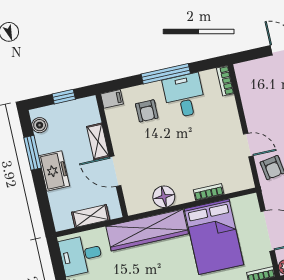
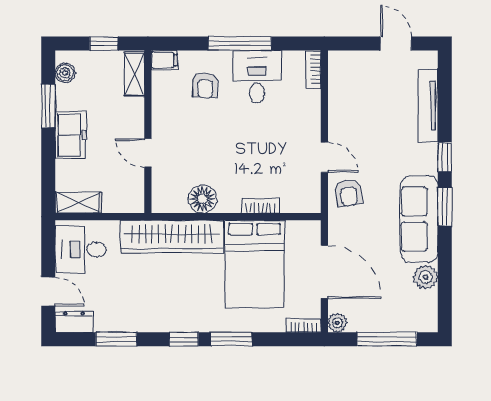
shelving: (98, 141) -> (134, 74), moved
door: (115, 171) -> (148, 153), width x0.73
shelving: (91, 216) -> (78, 203), moved

